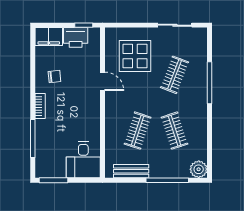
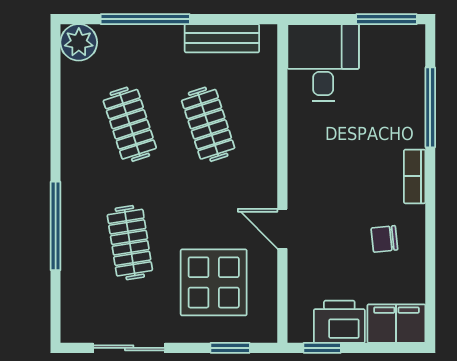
window: (127, 25) -> (230, 348), added
clothes rail: (175, 75) -> (130, 243), turned -30
clothes rail: (138, 131) -> (208, 124), turned -36

